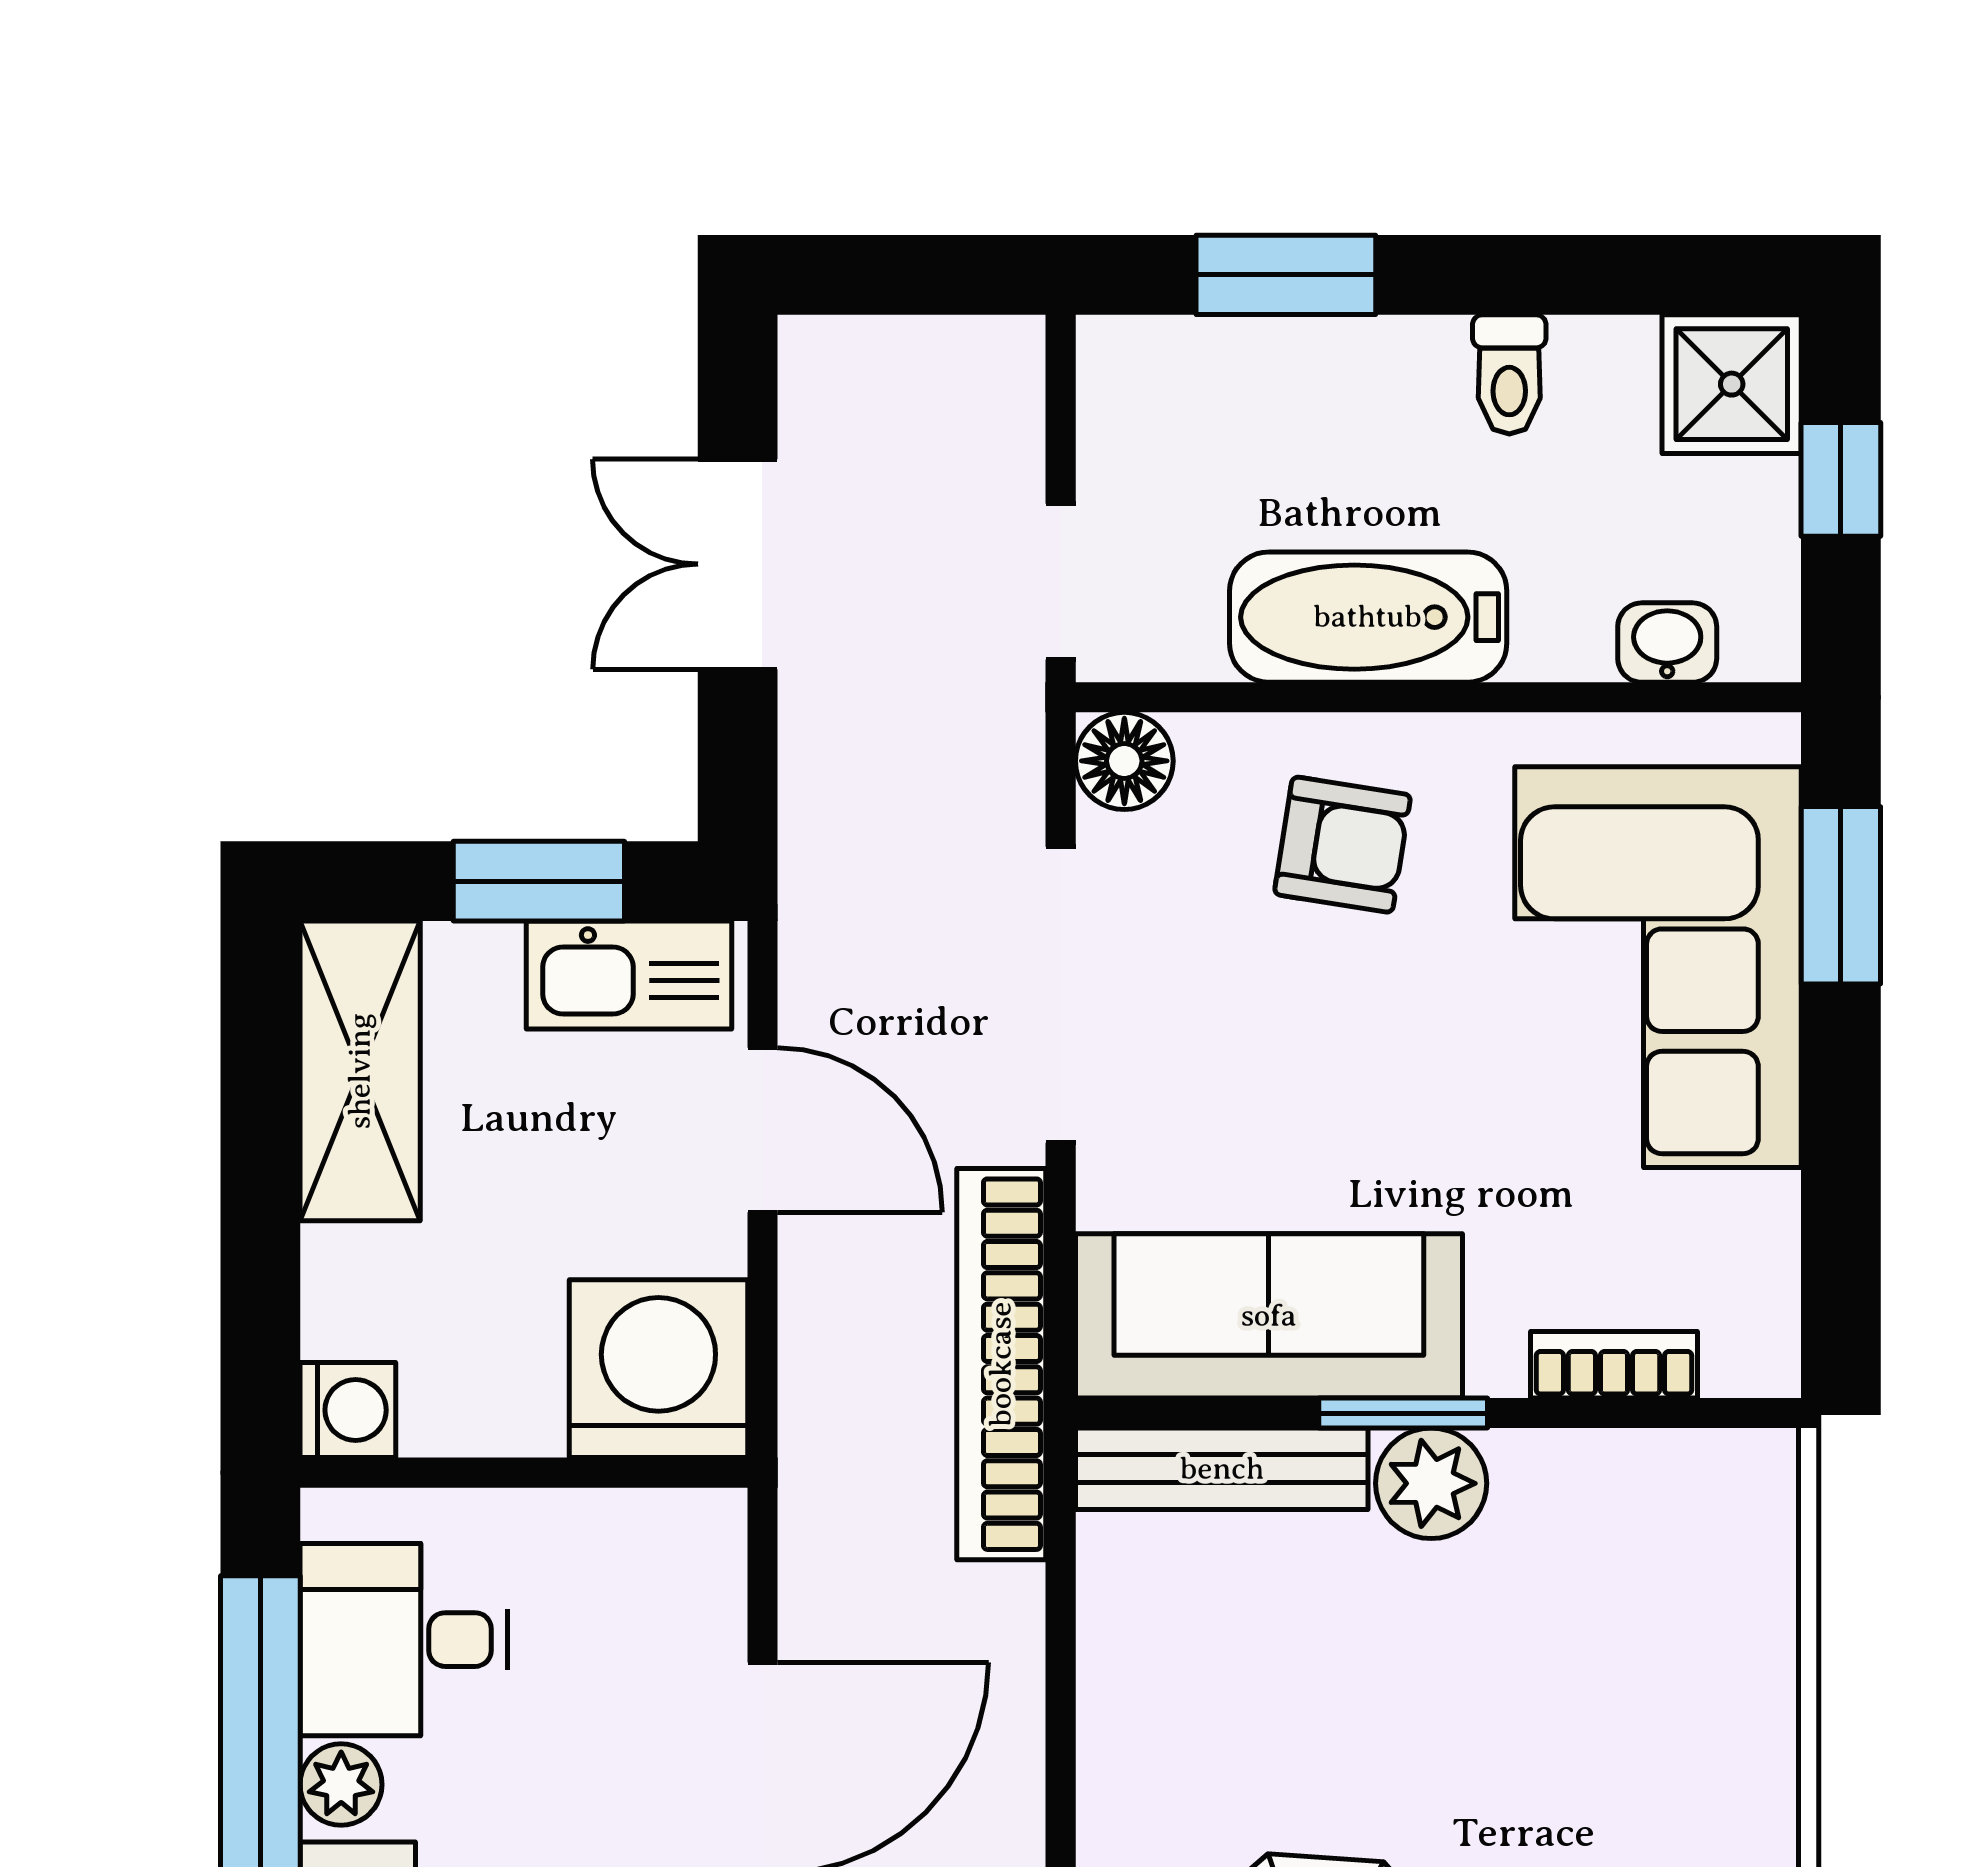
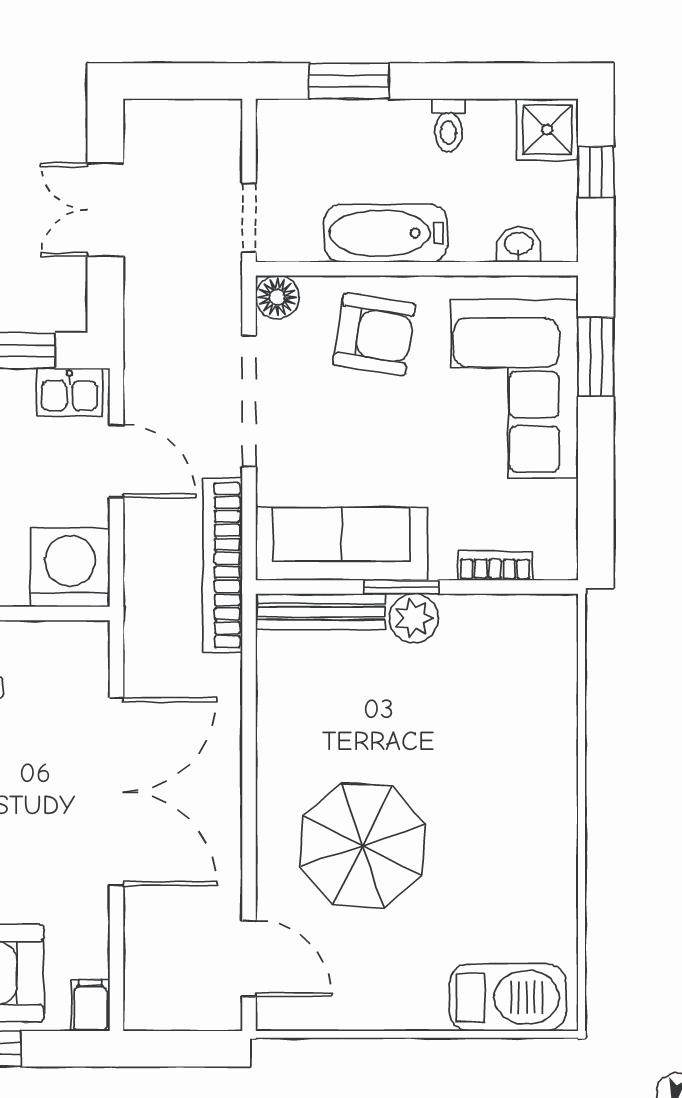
armchair: (1342, 845) -> (374, 334), width x1.38, depth x1.38
kitchen sink: (629, 975) -> (69, 392), width x0.73

